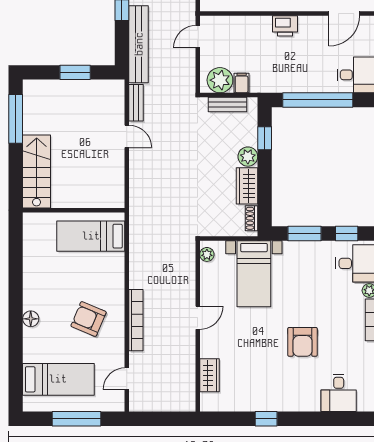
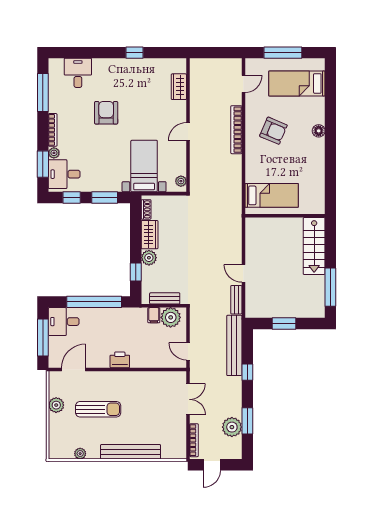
door: (198, 37) -> (188, 351), swing flipped

